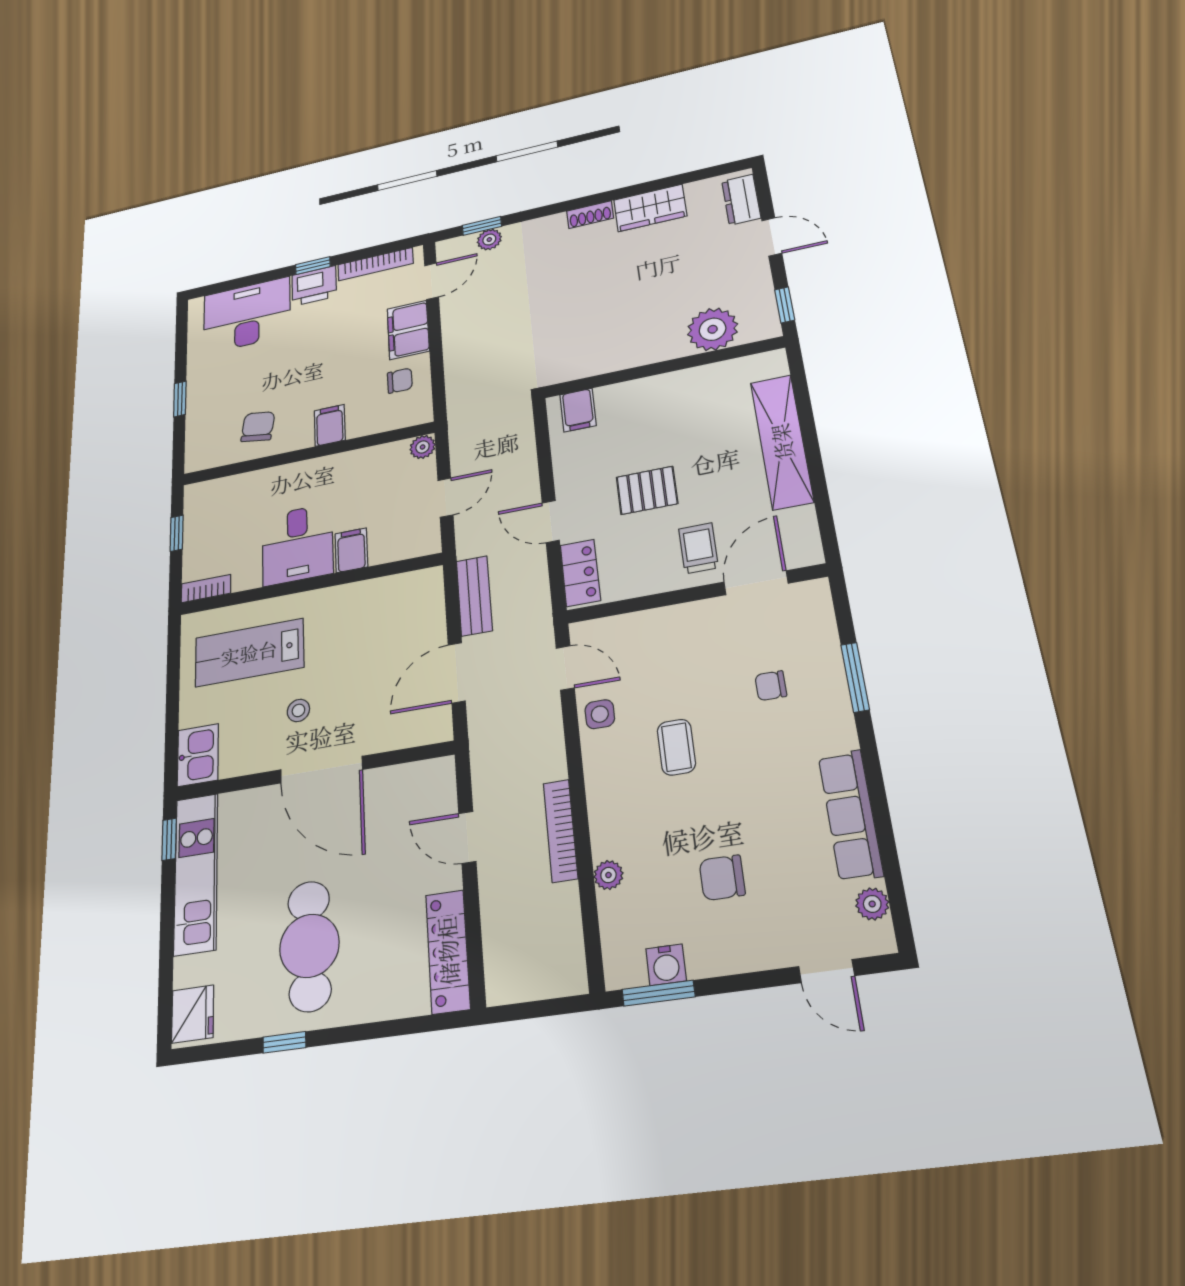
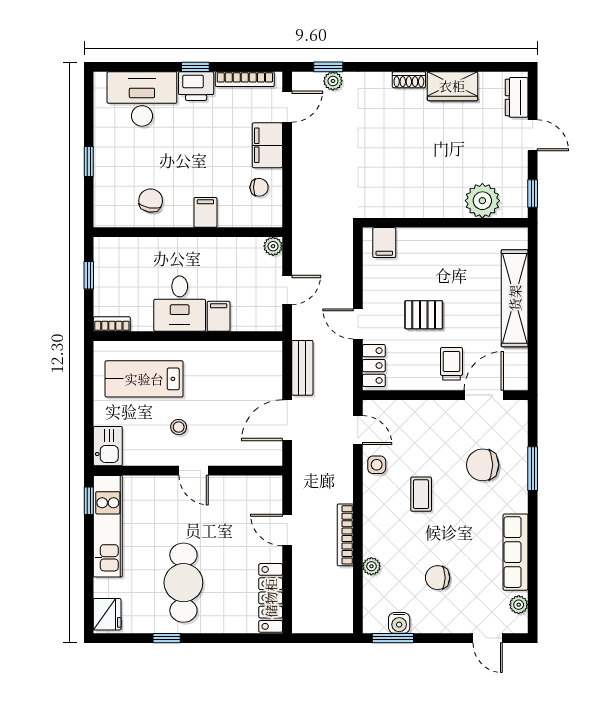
chair: (771, 686) -> (483, 465), width x1.87, depth x1.87
door: (321, 770) -> (194, 471), width x0.53

